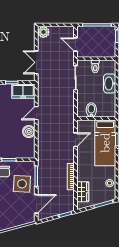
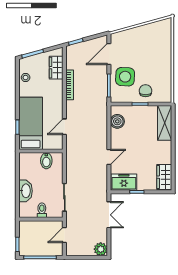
door: (75, 45) -> (64, 235), swing flipped
boiler: (29, 132) -> (117, 121), moved

